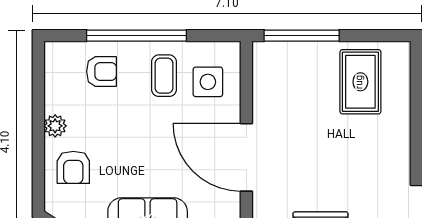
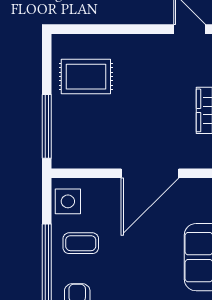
side table: (208, 82) -> (68, 201), moved

